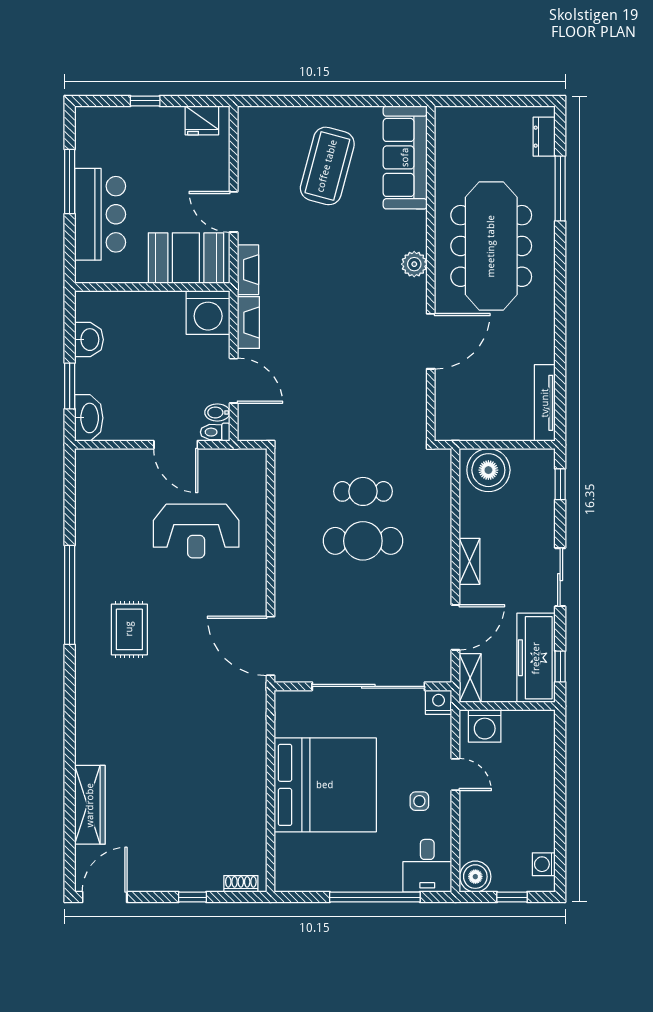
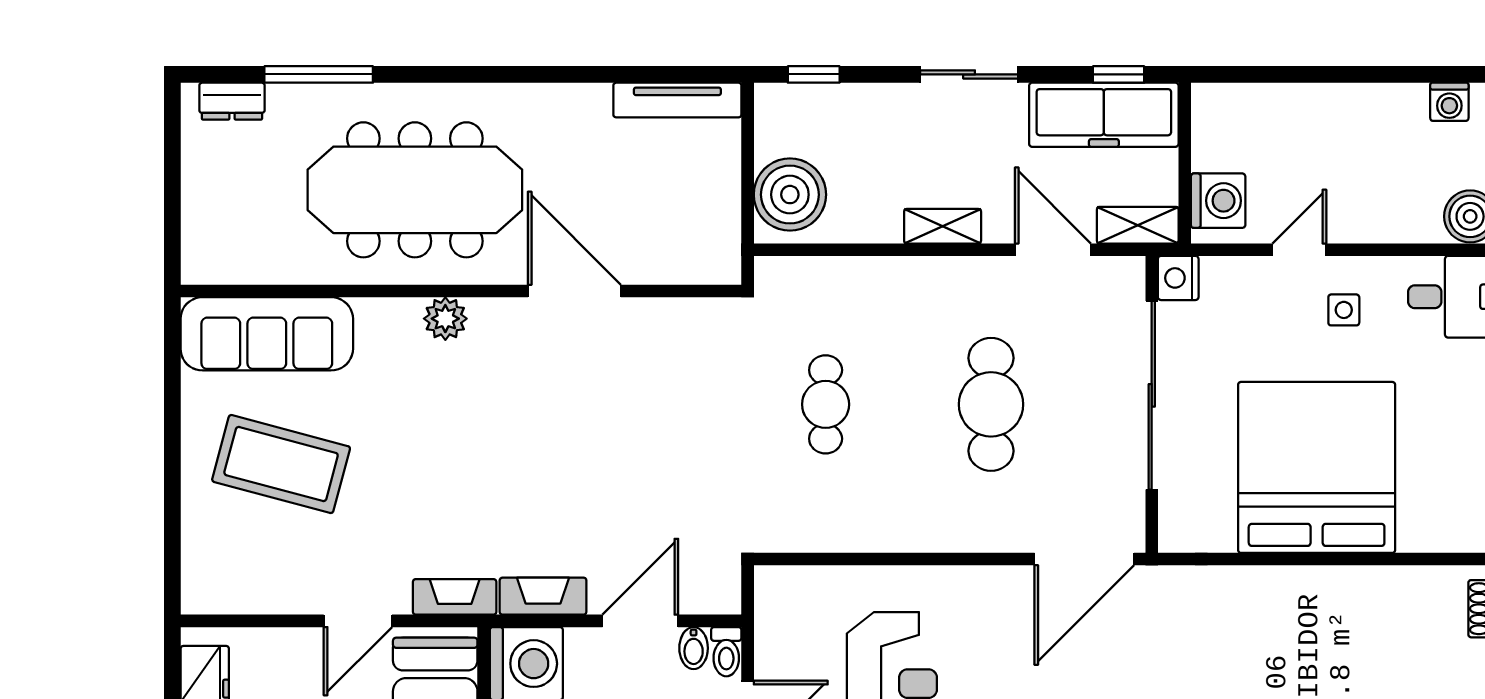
cafe table: (363, 541) -> (991, 404), moved

